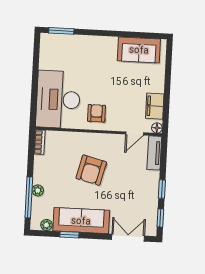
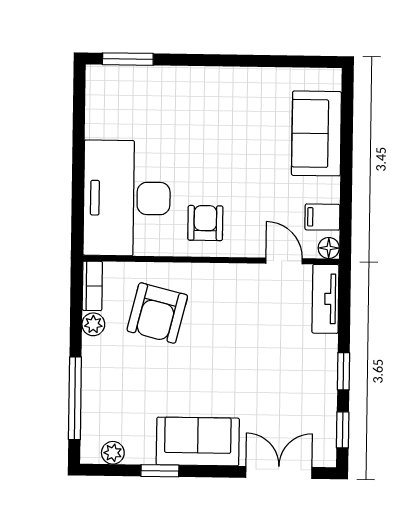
sofa: (139, 50) -> (316, 133), moved, turned 90
filing cabinet: (155, 106) -> (322, 217), width x0.50
door: (135, 133) -> (284, 261), swing flipped
armchair: (91, 170) -> (157, 313), moved
plant: (38, 190) -> (93, 324), moved
sofa: (81, 221) -> (198, 441), width x0.73

